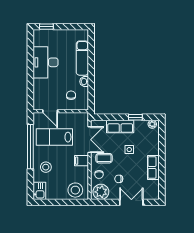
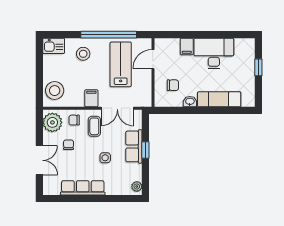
window: (46, 27) -> (258, 67), moved
filing cabinet: (40, 84) -> (187, 46), added
window: (135, 117) -> (145, 150), moved
row of seats: (153, 167) -> (83, 188), width x1.48

